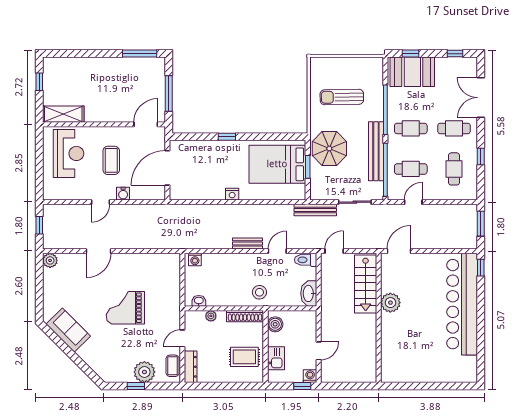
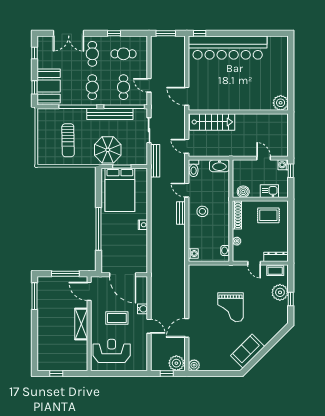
shelving: (63, 114) -> (81, 324), moved
window: (227, 137) -> (99, 229), width x3.17
plant: (53, 238) -> (176, 363), added
door: (98, 251) -> (187, 328), swing flipped
stool: (259, 292) -> (202, 211), moved
plant: (390, 303) -> (281, 103), moved
rug: (244, 357) -> (268, 215), turned 90

